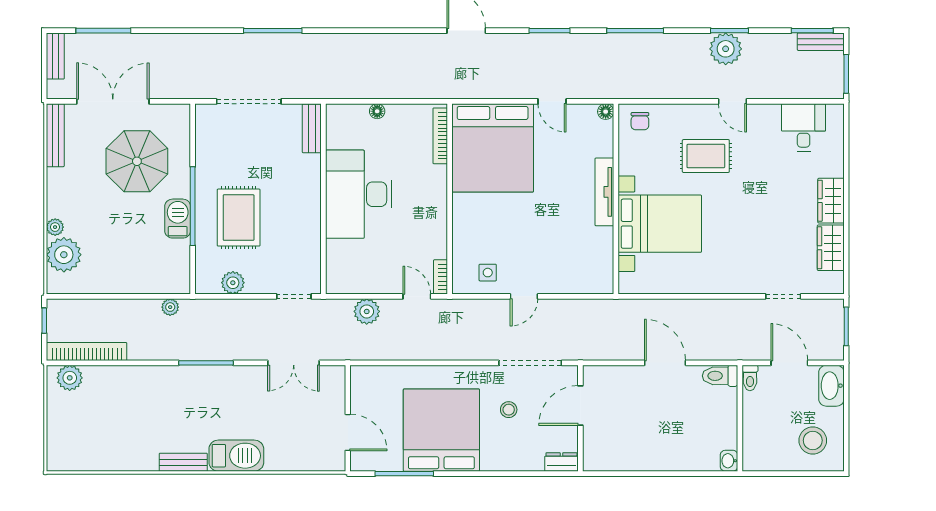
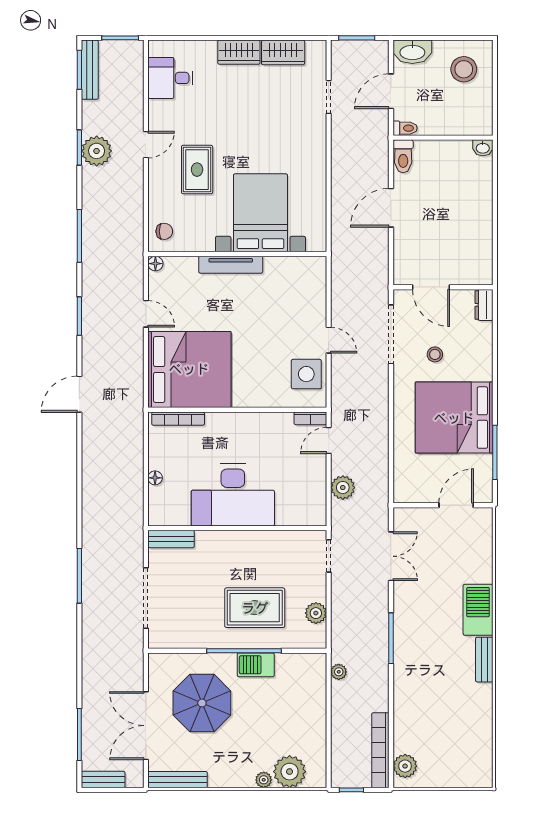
bench: (821, 42) -> (90, 70), width x1.36
door: (552, 101) -> (146, 314), hinge flipped
side table: (488, 273) -> (306, 374), width x1.87, depth x1.87

